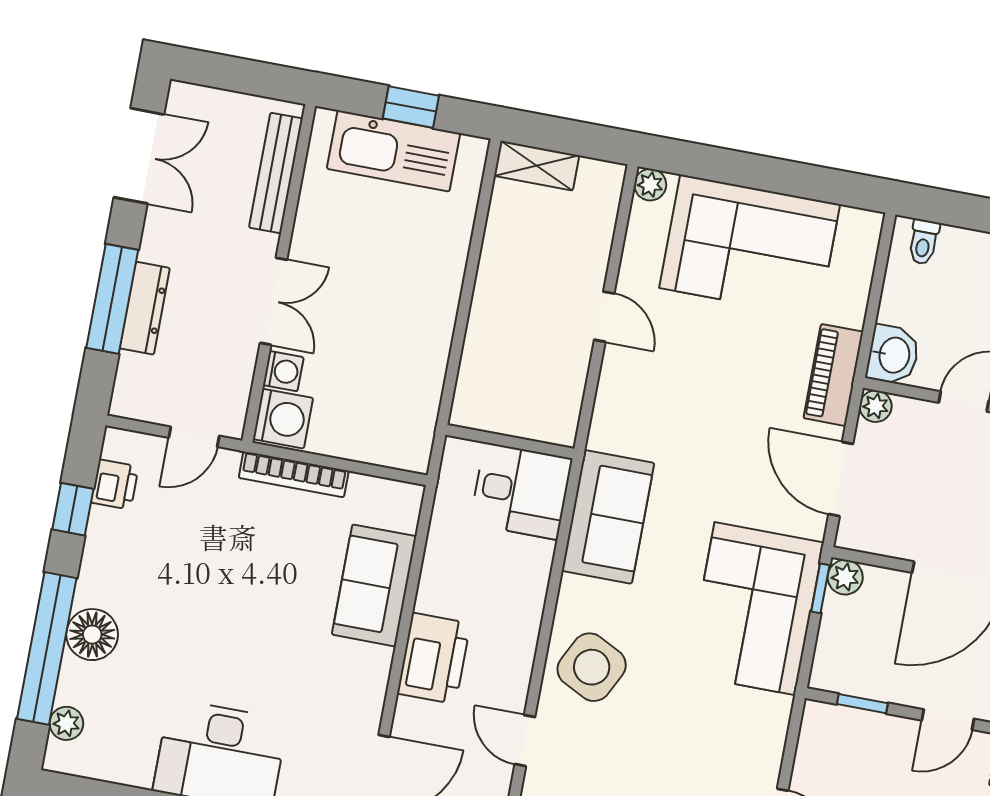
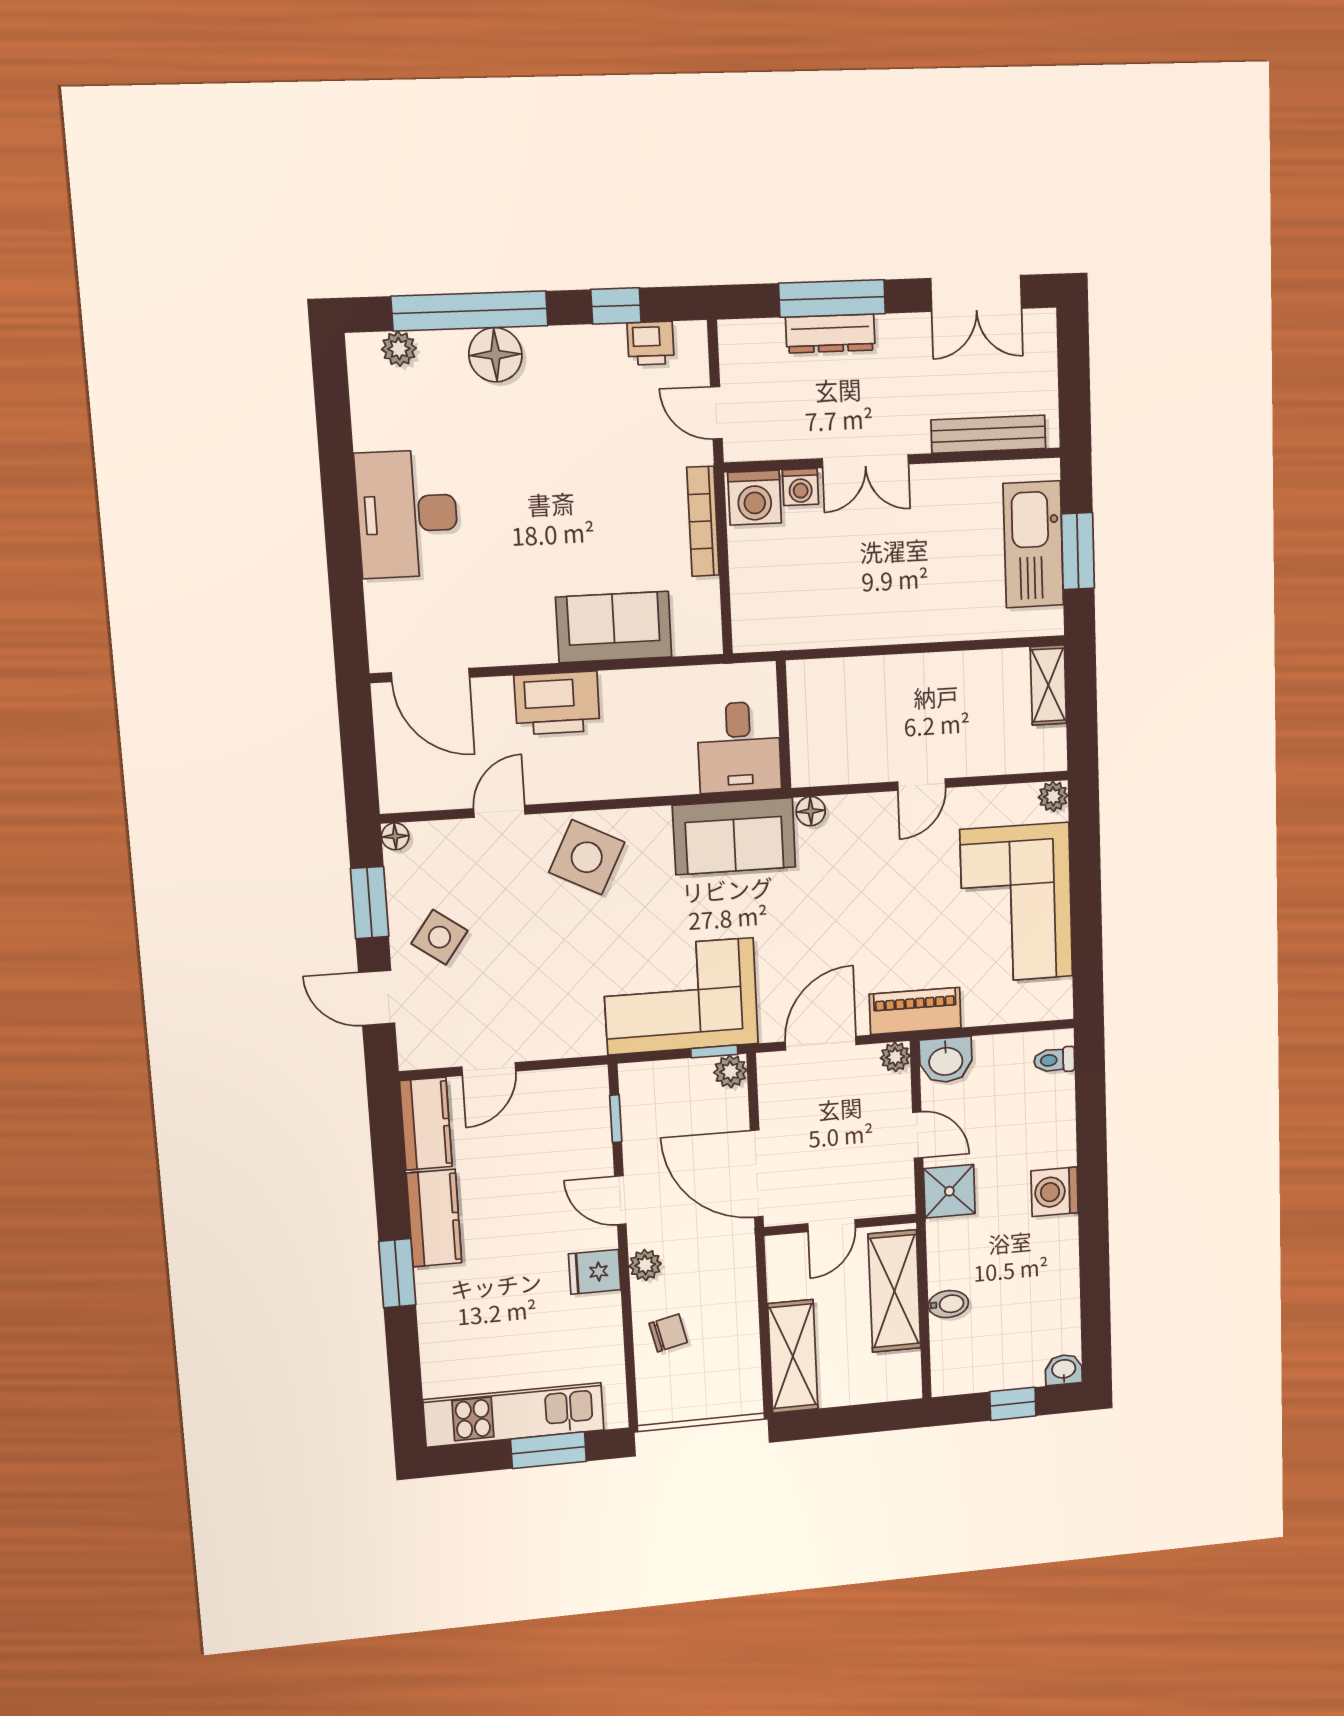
window: (411, 107) -> (1078, 551), width x1.50
floor lamp: (602, 435) -> (811, 811), added

